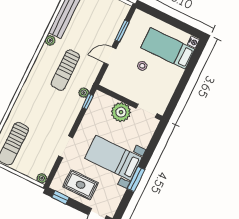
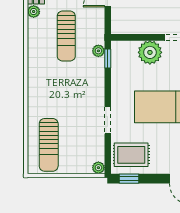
rug: (81, 185) -> (131, 155), moved

